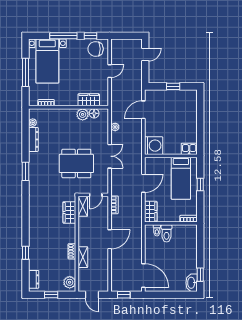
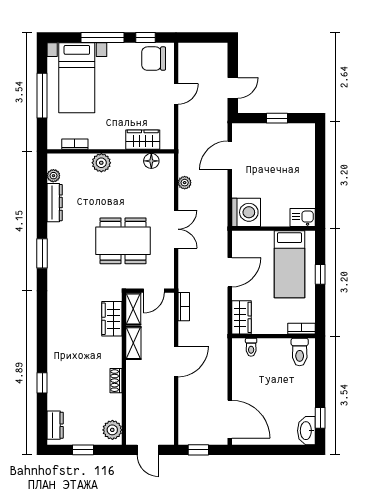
door: (145, 55) -> (233, 88), moved
plant: (83, 114) -> (101, 163), moved
toilet: (167, 233) -> (300, 352), moved
shelving: (83, 257) -> (133, 343), moved

